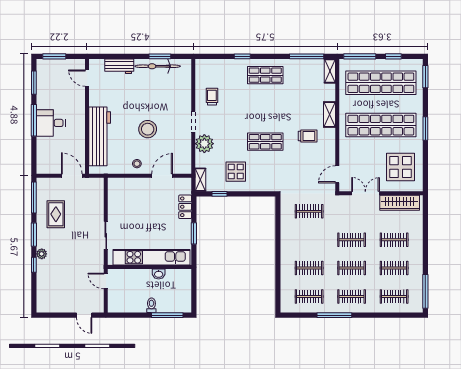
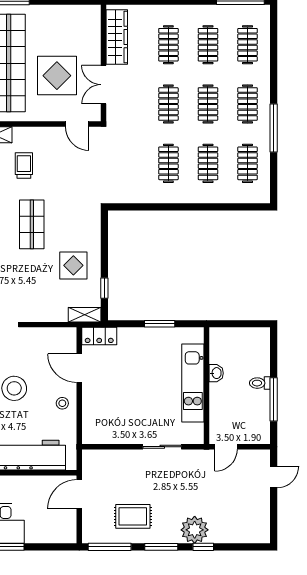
plant: (204, 144) -> (34, 309), removed
display table: (400, 167) -> (57, 76), moved
locker: (185, 207) -> (99, 336), moved
clothes rail: (309, 211) -> (168, 163), moved
plant: (42, 254) -> (195, 530), width x1.88, depth x1.88
kitchen unit: (151, 257) -> (193, 383), width x0.73
window: (167, 315) -> (274, 399), moved

